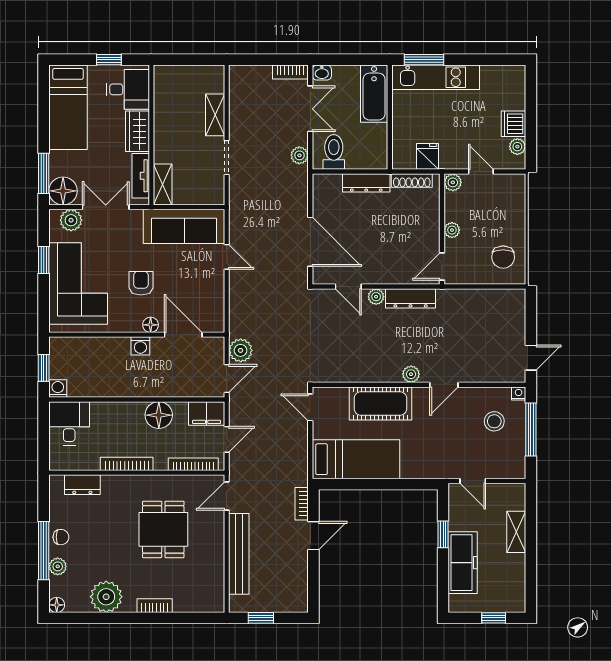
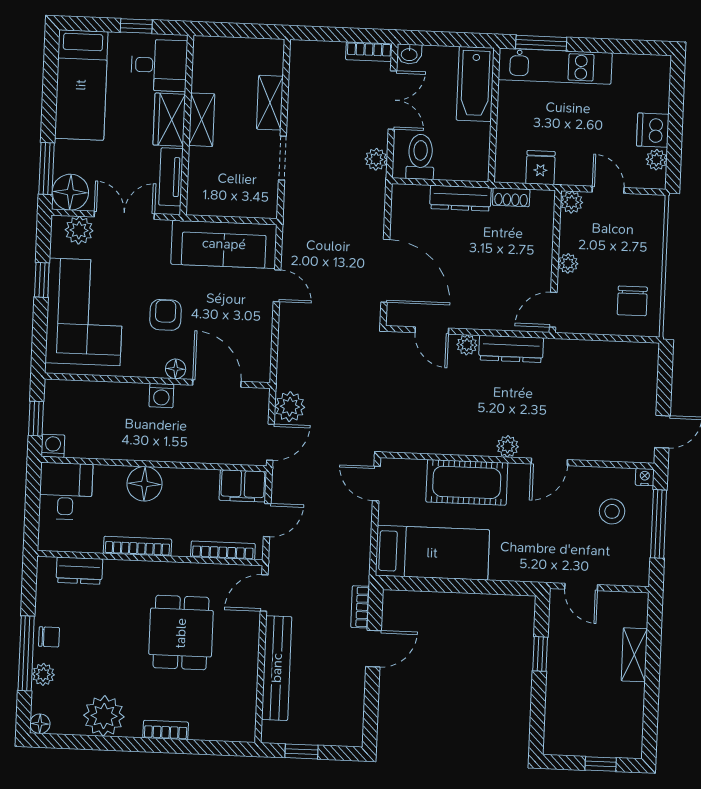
shoe rack: (412, 181) -> (511, 197), width x0.70
shelving: (163, 184) -> (202, 120), moved
floor lamp: (159, 415) -> (144, 484), moved
freezer: (463, 563) -> (564, 691), removed

